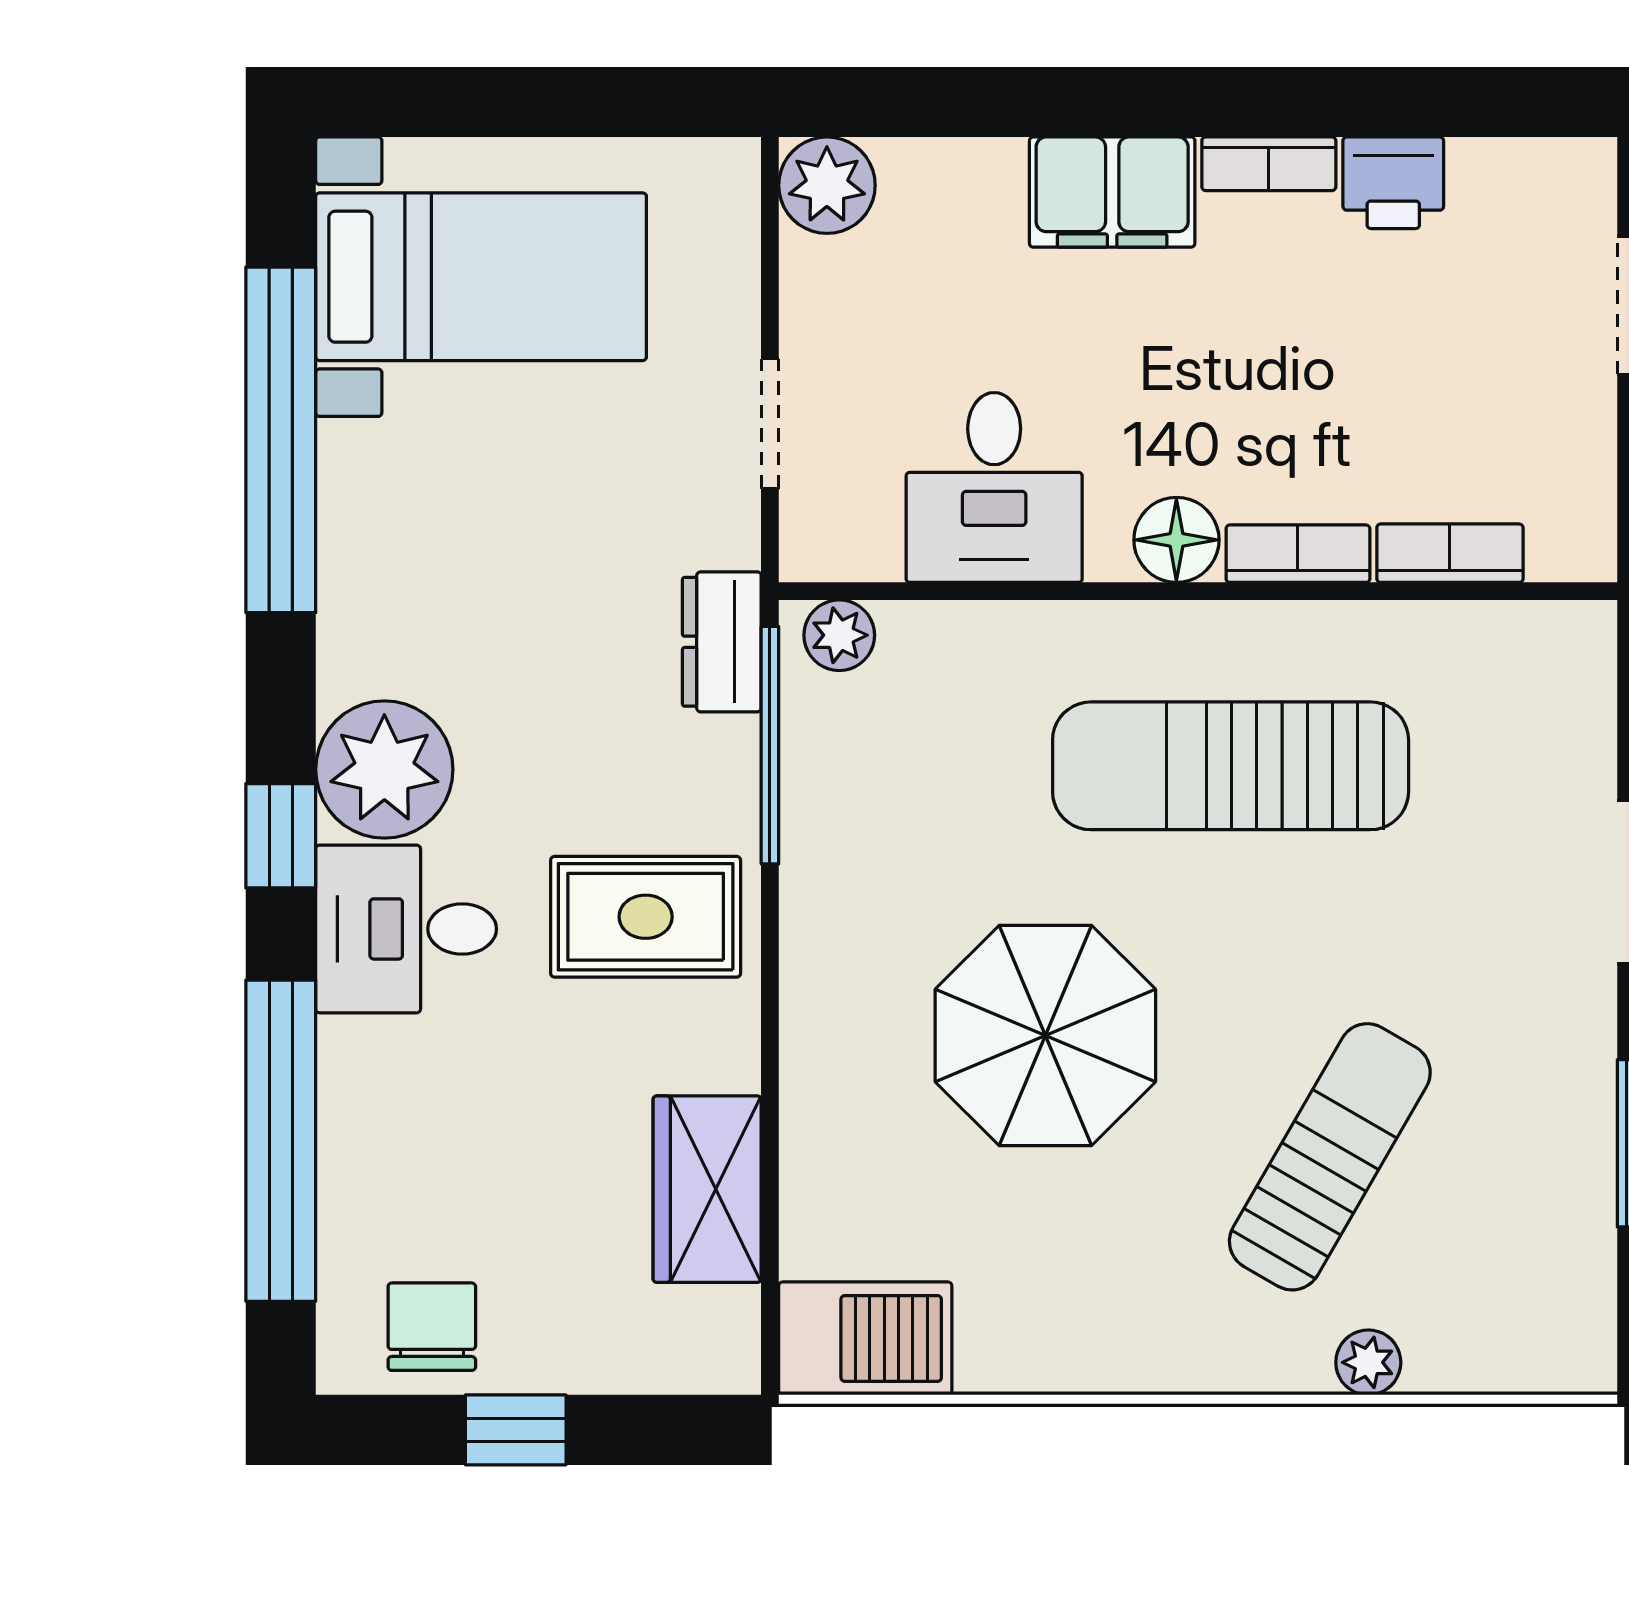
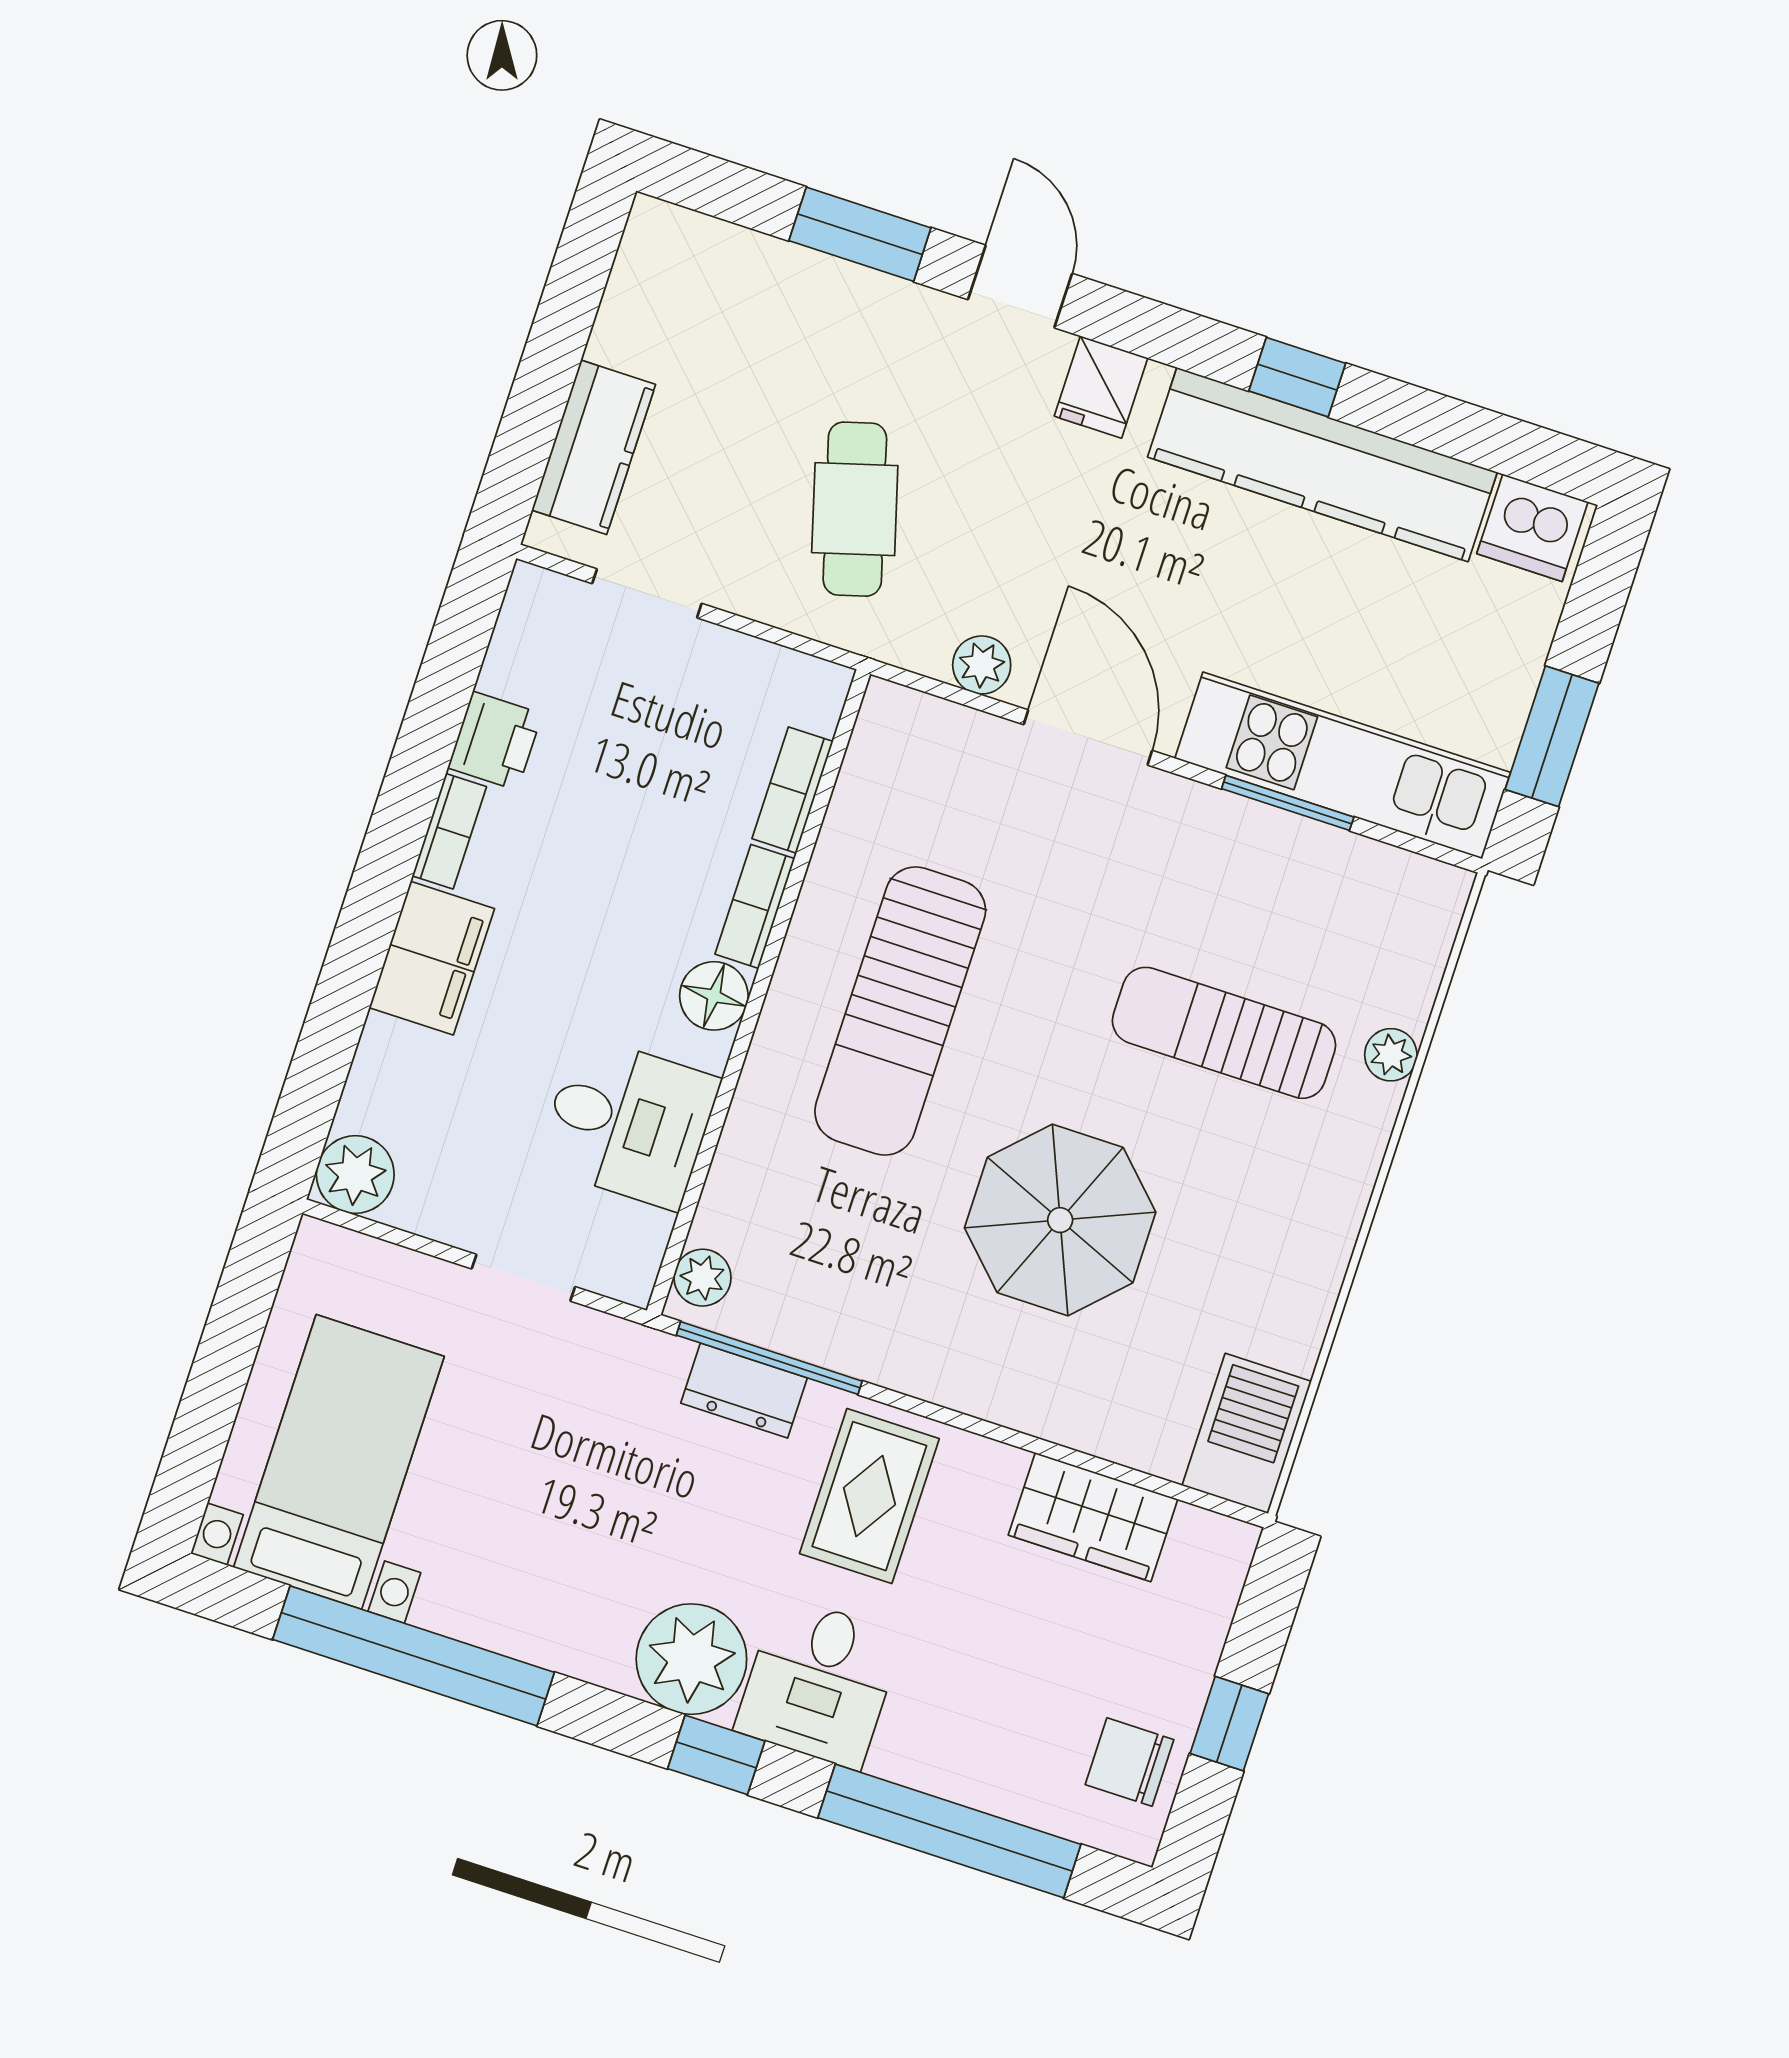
dresser: (722, 642) -> (744, 1391), moved
sun lounger: (1330, 1157) -> (1224, 1033), turned -30

